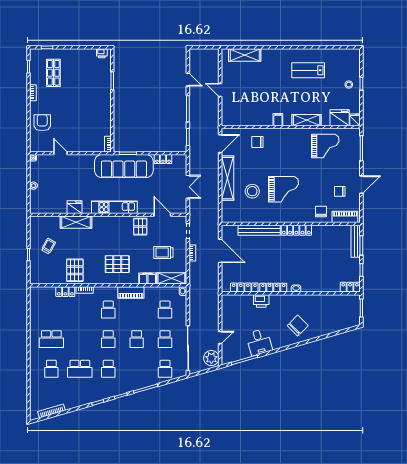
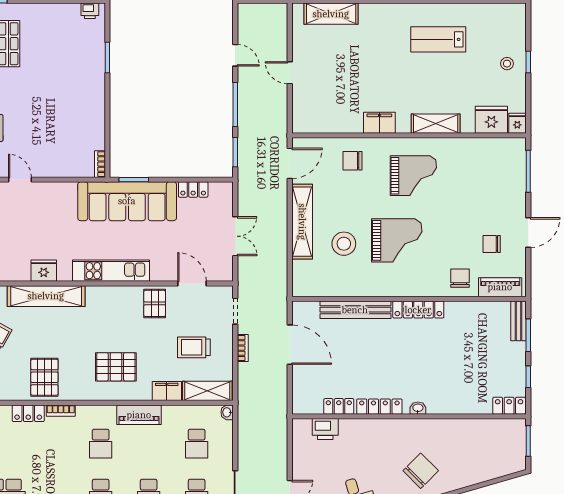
filing cabinet: (278, 120) -> (379, 123), width x2.00
grand piano: (325, 146) -> (413, 176), moved
shelving: (76, 222) -> (46, 296), width x1.47
bench: (356, 241) -> (519, 321), width x0.73
locker: (244, 288) -> (339, 406), width x0.66
printer: (261, 301) -> (325, 429), moved

